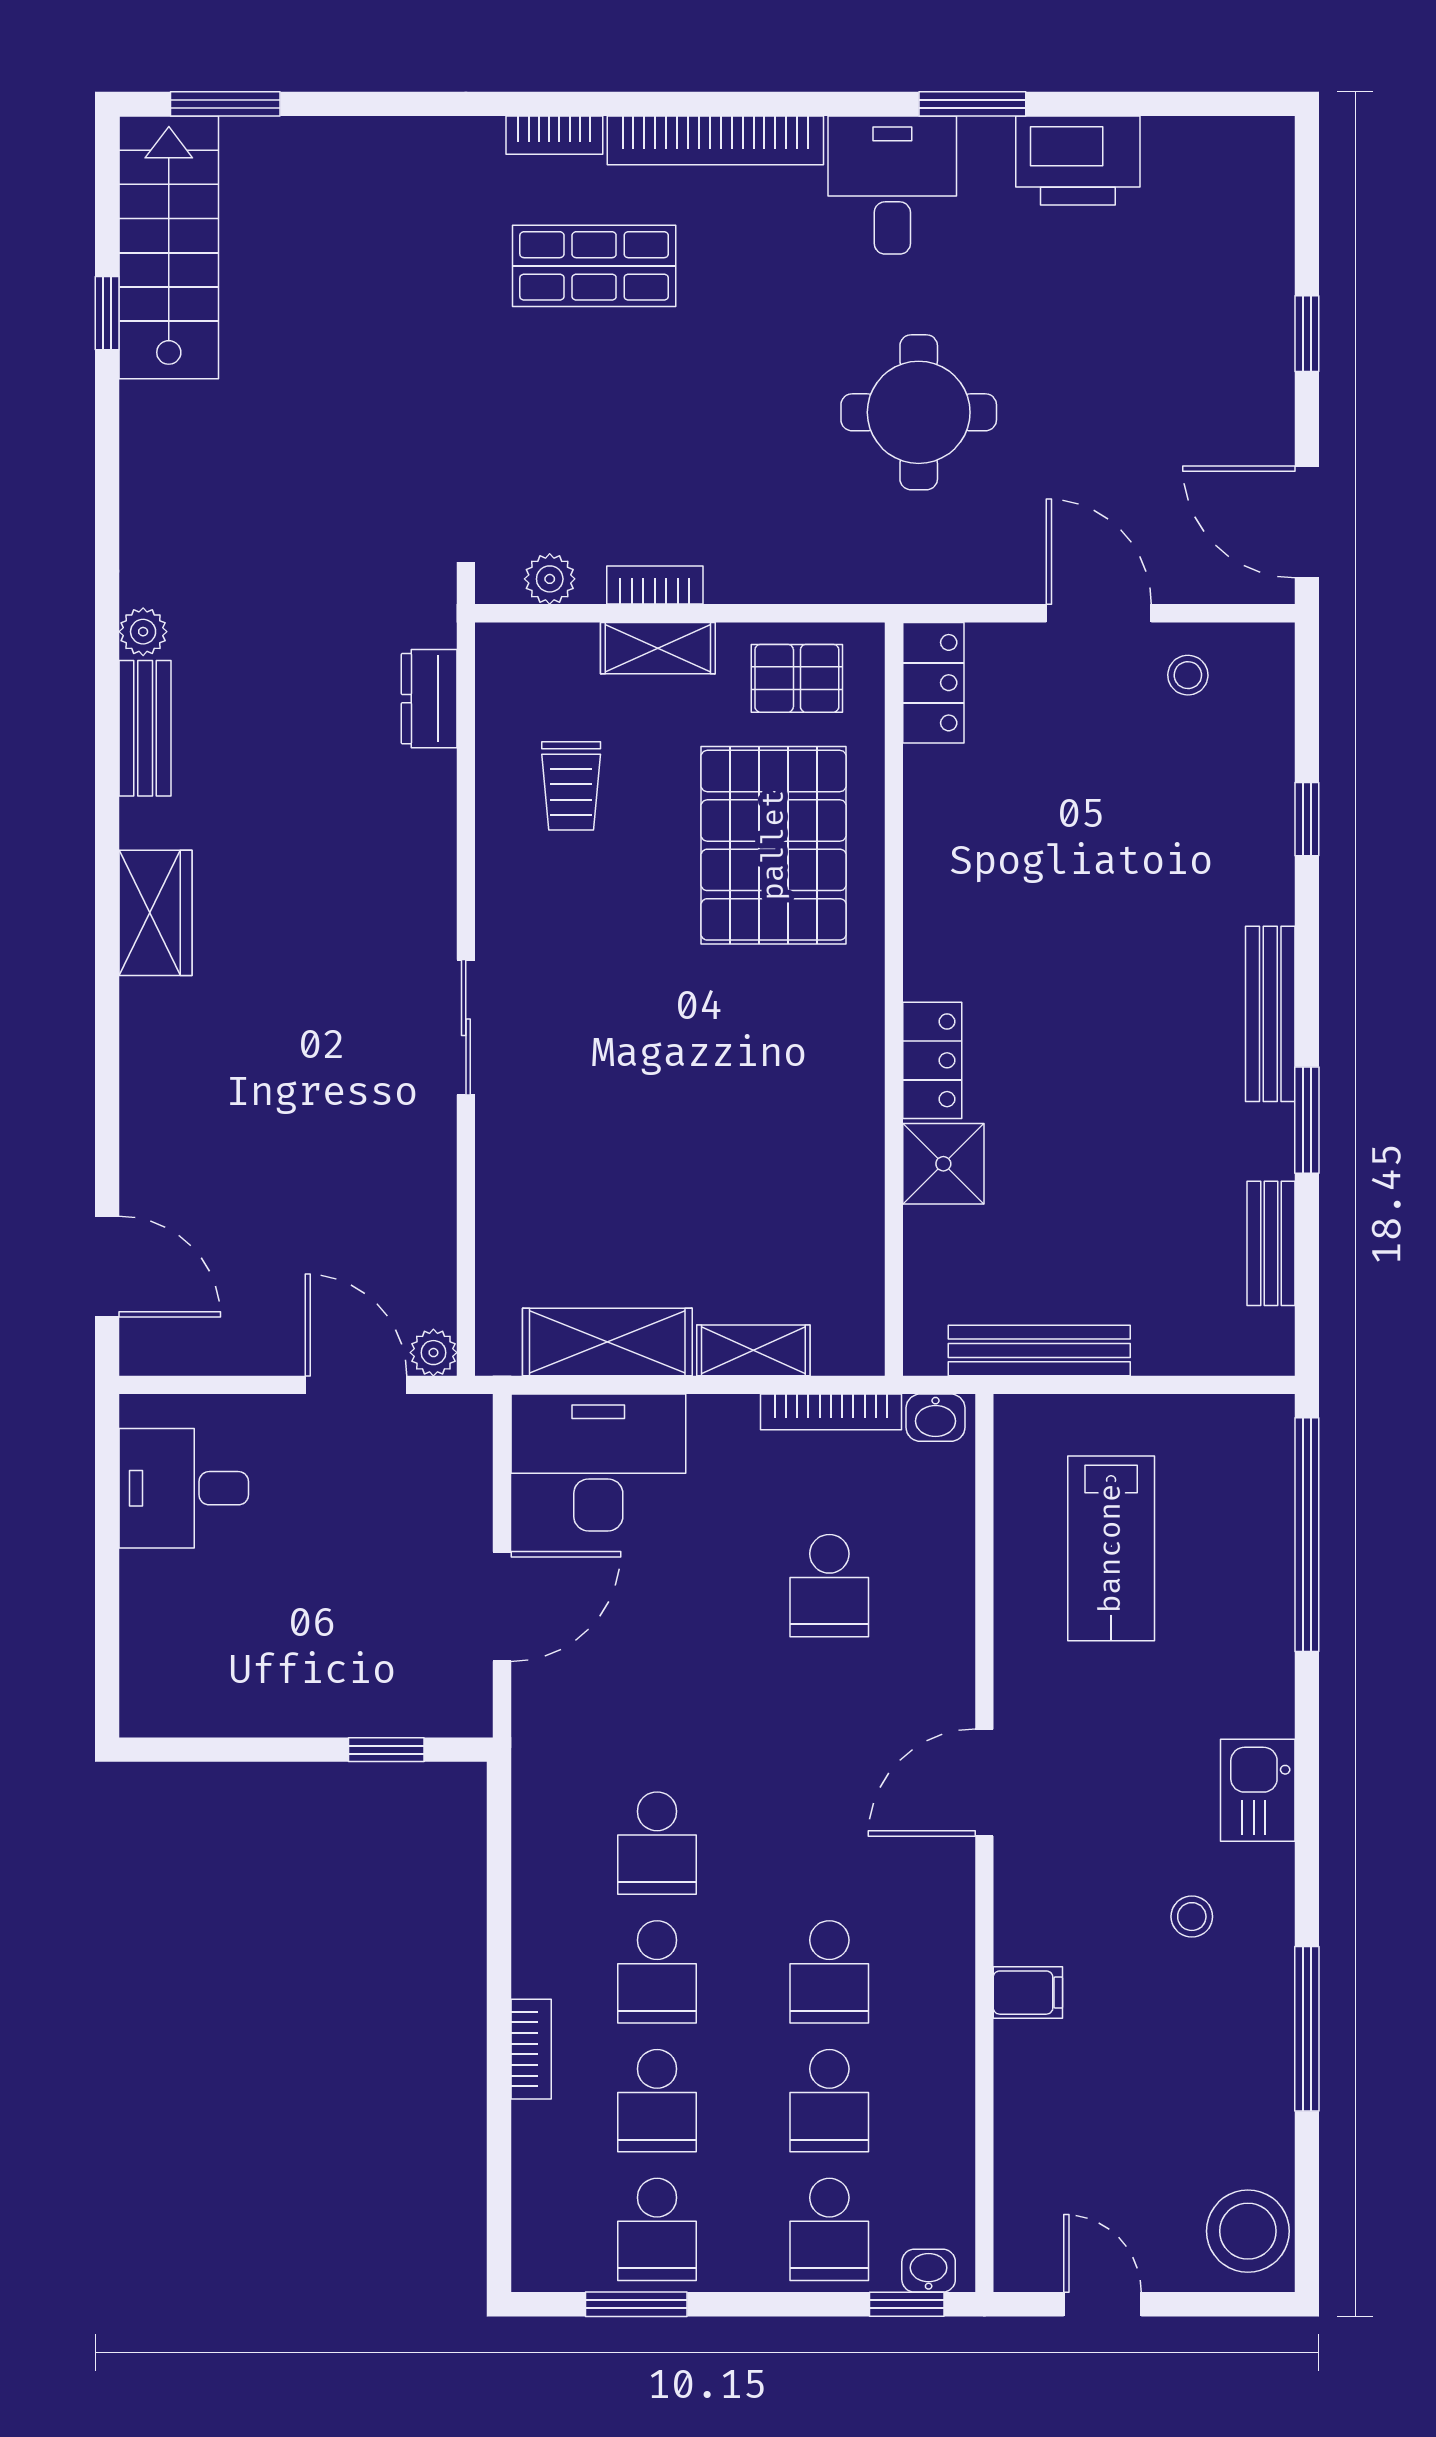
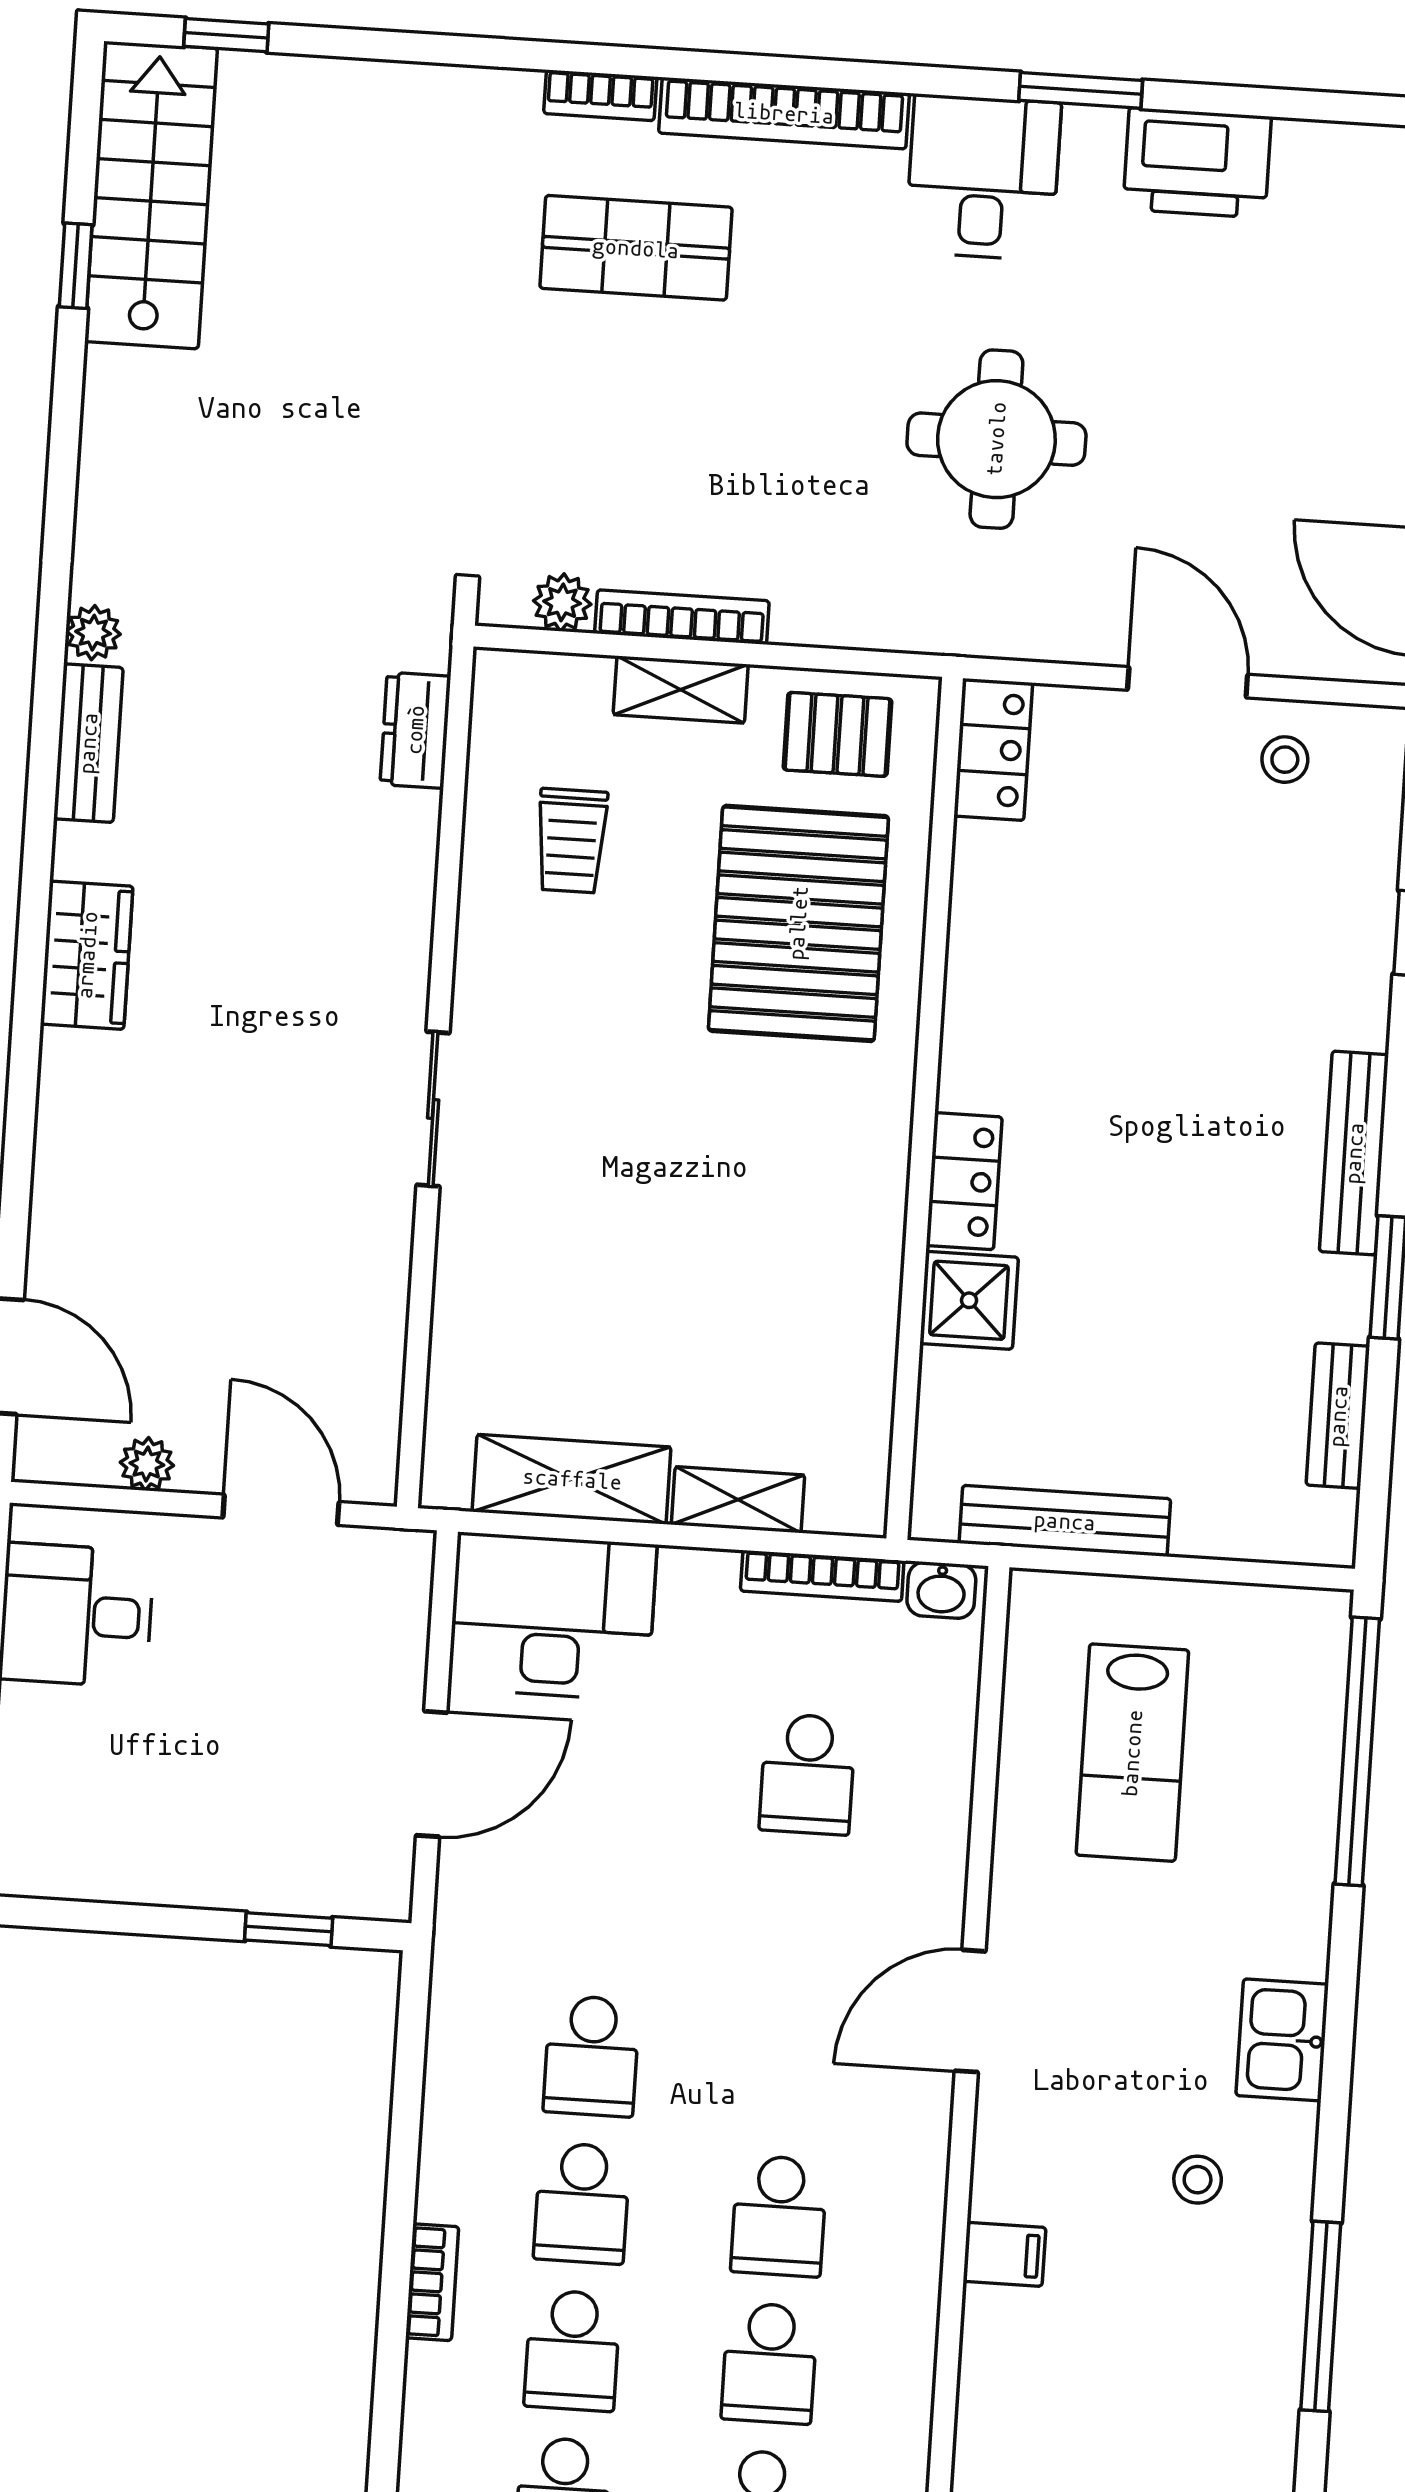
window: (225, 104) -> (226, 35), width x0.67
bookcase: (655, 585) -> (682, 617), width x1.56
plant: (433, 1353) -> (147, 1464), moved

